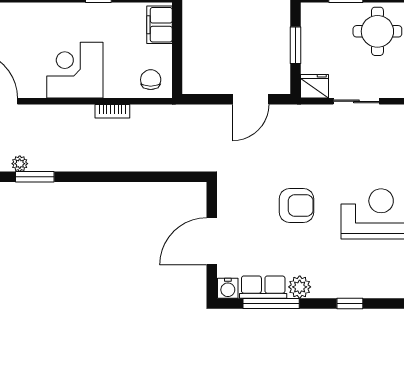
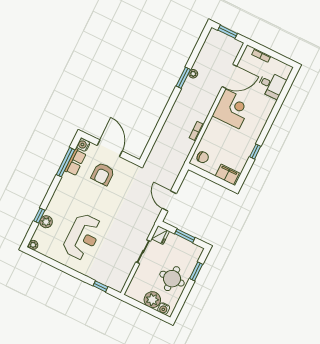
corner desk: (75, 70) -> (232, 109), moved
armchair: (297, 206) -> (103, 174), moved
plant: (300, 287) -> (46, 222), moved
window: (350, 303) -> (39, 216), moved

